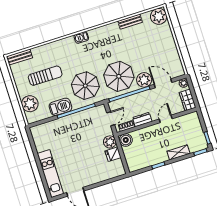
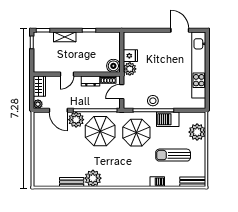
plant: (159, 16) -> (93, 178), moved
barbecue: (81, 37) -> (157, 182), moved
stool: (79, 120) -> (153, 101), added
kitchen unit: (50, 174) -> (199, 65), width x1.36

